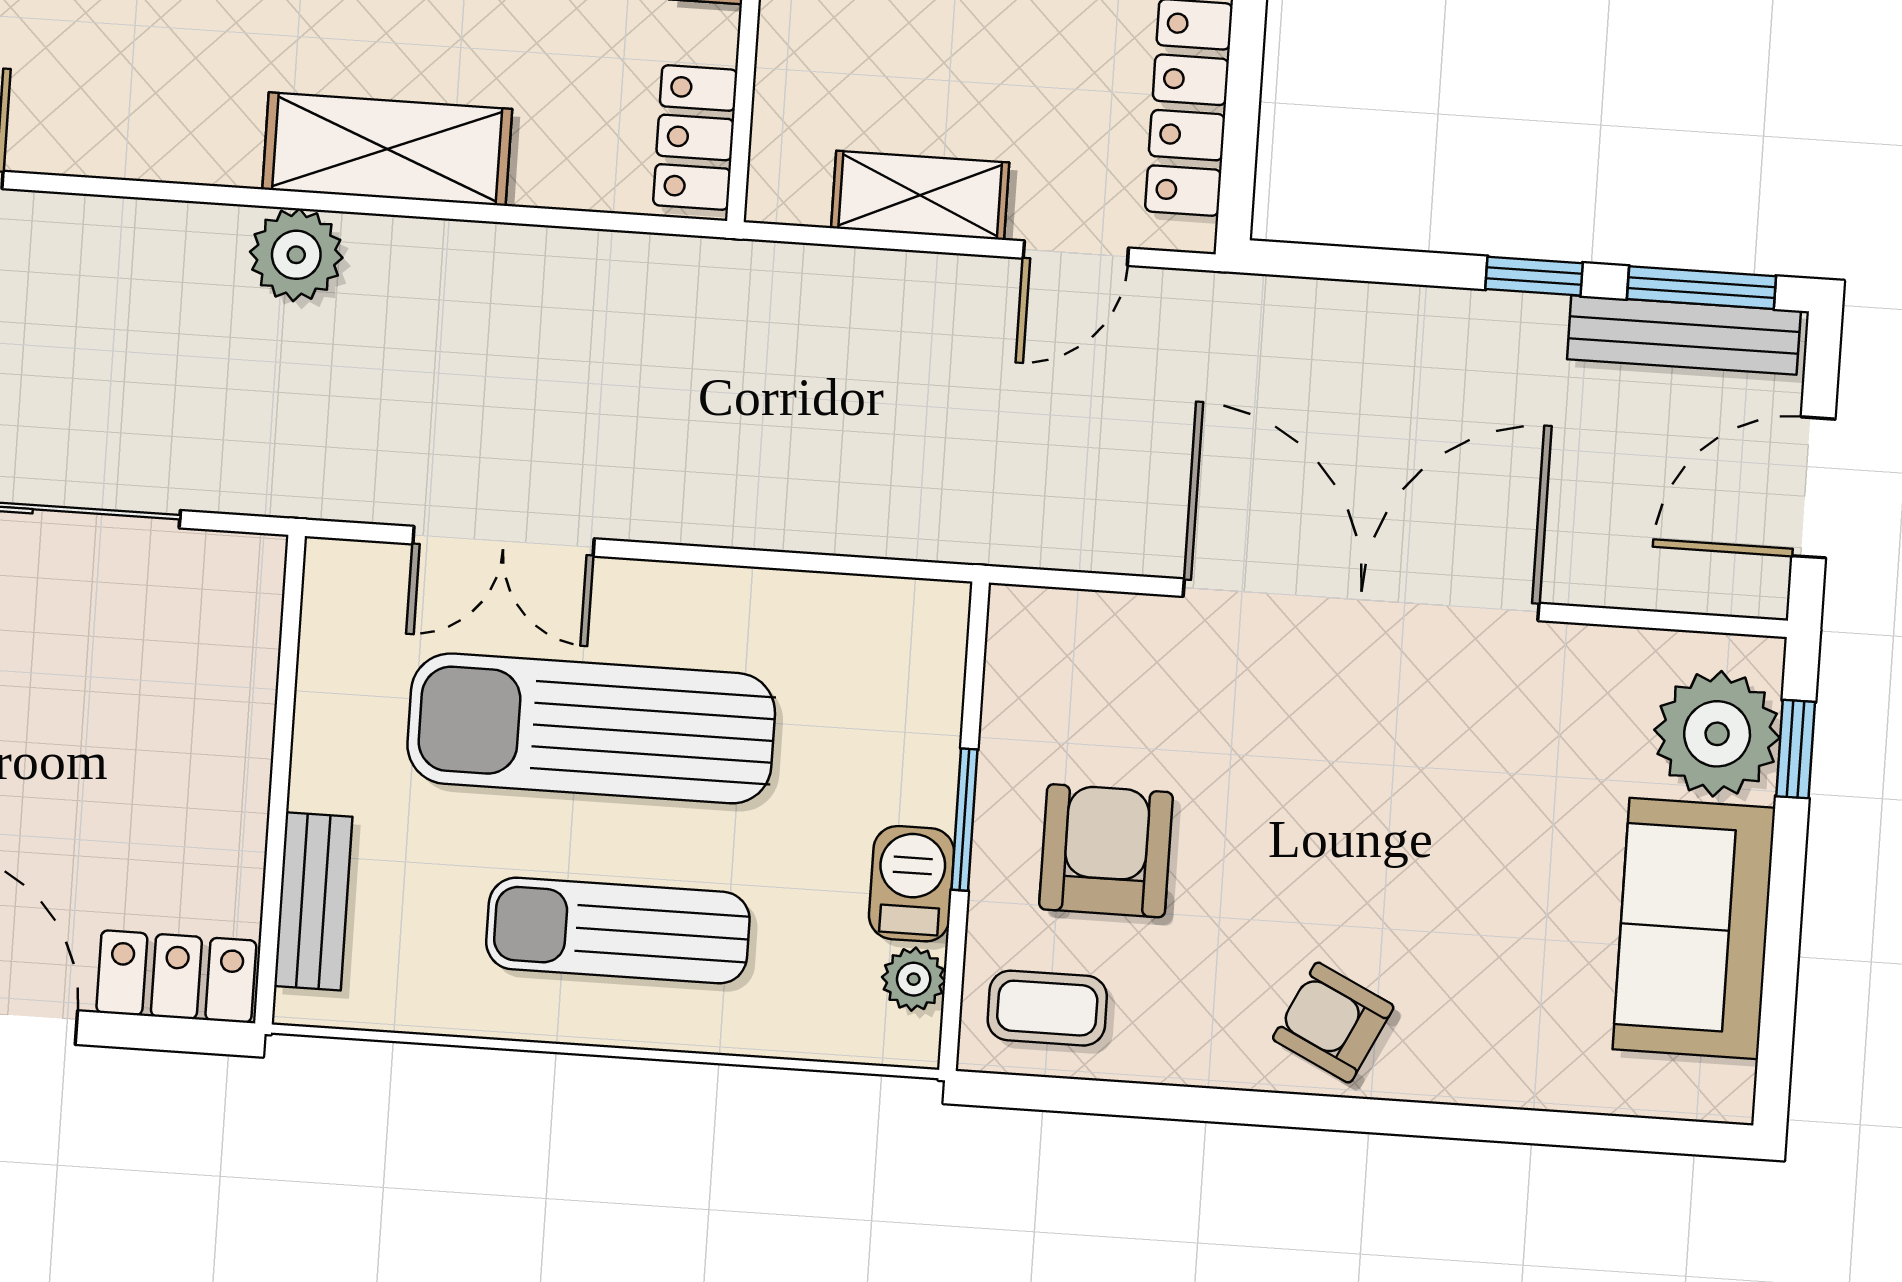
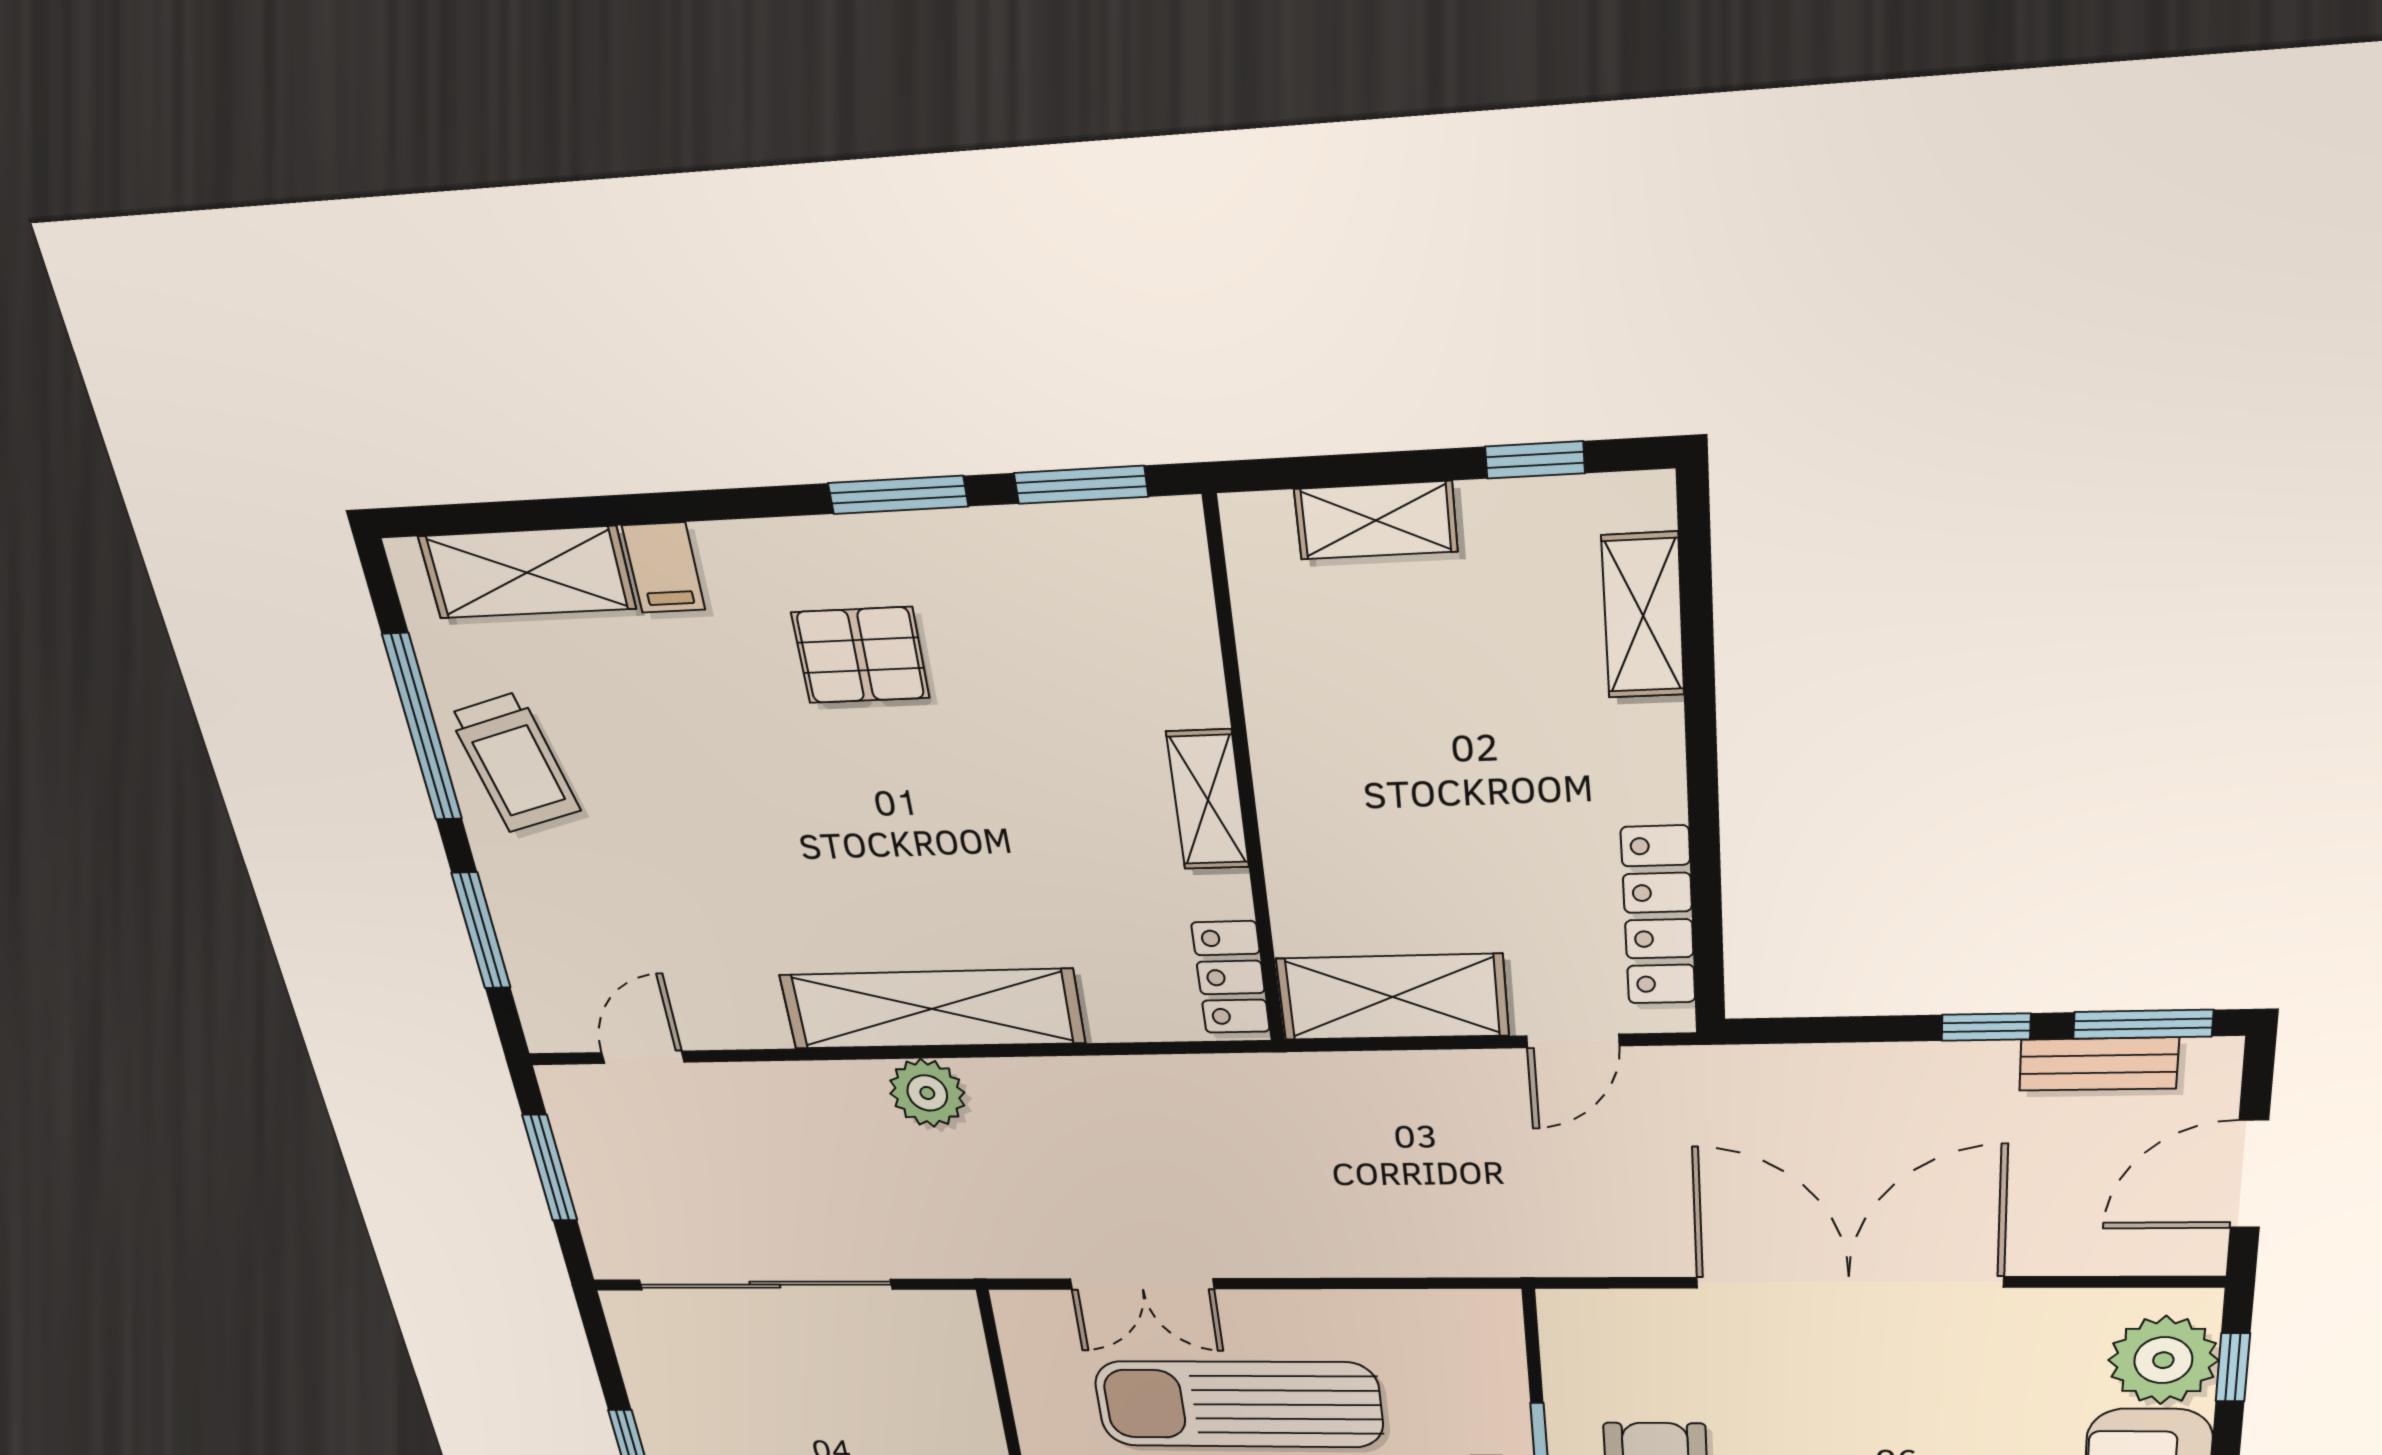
shelving: (387, 149) -> (932, 1009), width x1.47
shelving: (920, 195) -> (1392, 997), width x1.50, depth x1.33
bench: (1684, 335) -> (2099, 1064), width x0.73

